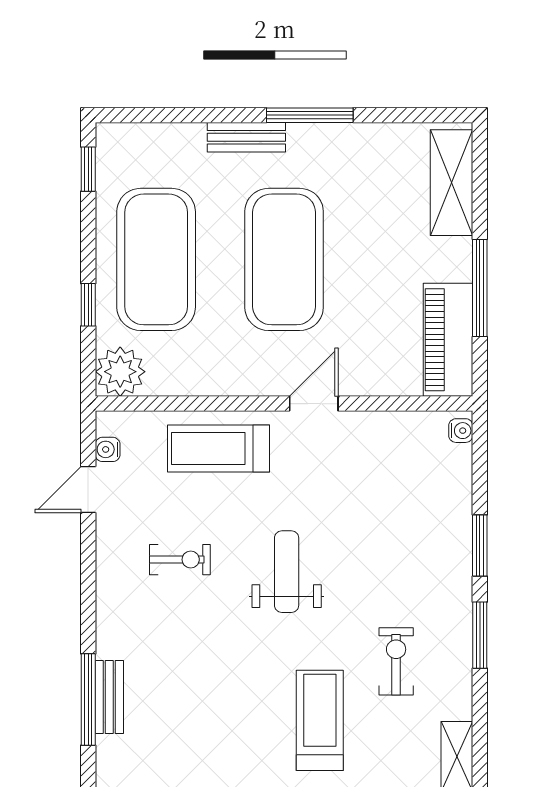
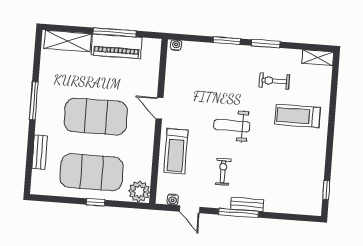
bench: (246, 137) -> (40, 152), moved
window: (88, 169) -> (50, 199), removed
window: (88, 305) -> (96, 202), moved
piano: (448, 340) -> (117, 46), moved
bench: (109, 697) -> (247, 204), moved
window: (88, 699) -> (238, 213), moved

